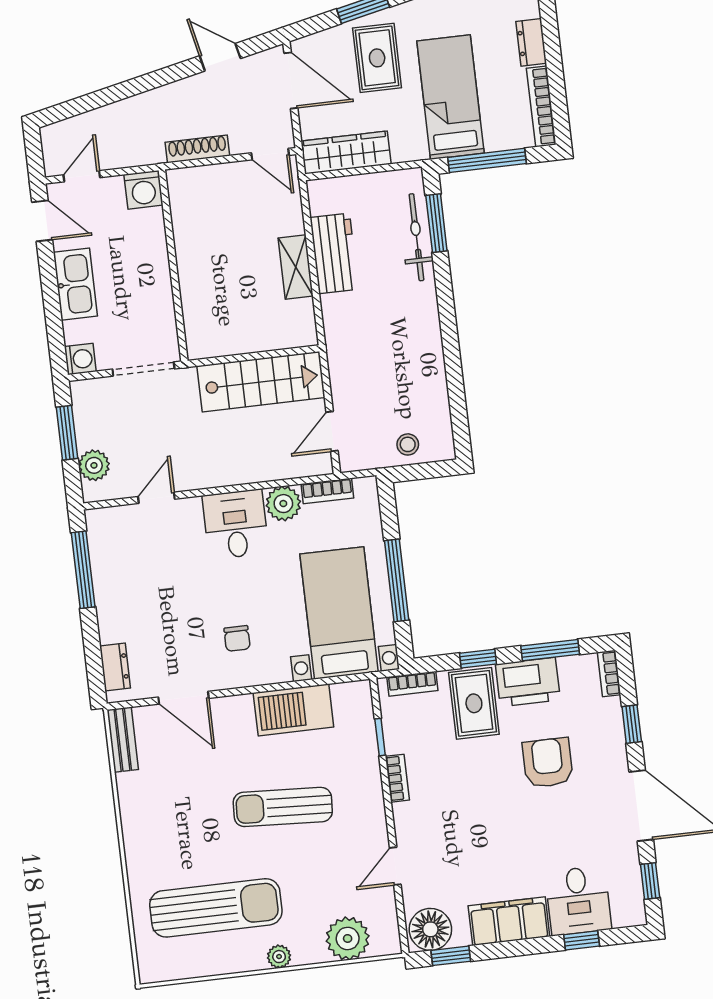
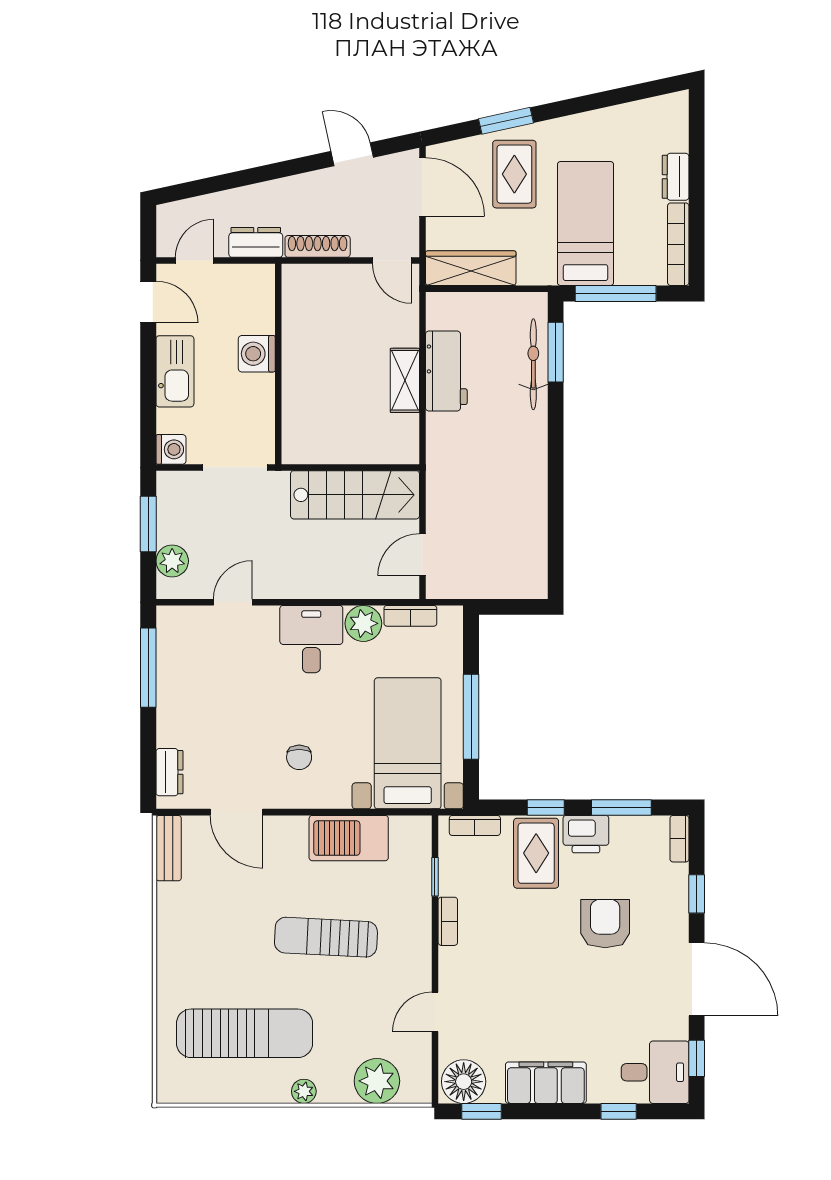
dresser: (138, 152) -> (256, 242), added
washing machine: (143, 190) -> (257, 354), moved, turned 90
stool: (408, 444) -> (499, 577), removed
printer: (528, 682) -> (586, 834), width x0.73, depth x0.84
desk: (578, 901) -> (655, 1072), moved, turned -90

